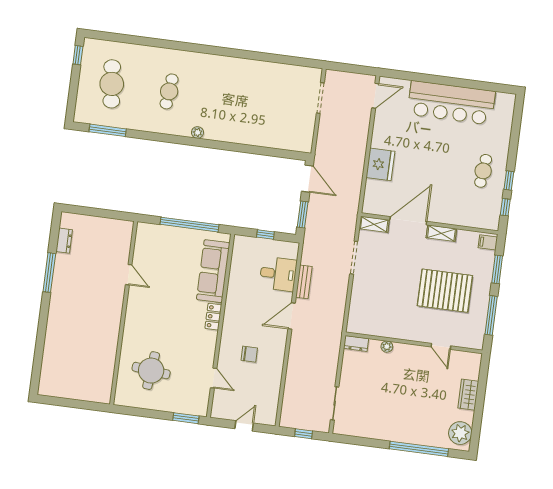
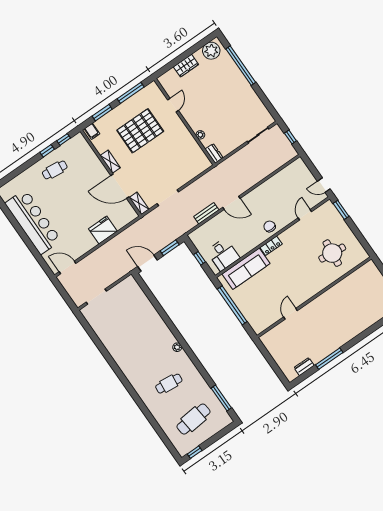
door: (307, 179) -> (147, 263), hinge flipped
desk: (278, 274) -> (223, 254), moved, turned 180
pallet: (445, 291) -> (140, 131), turned 90
chair: (249, 354) -> (270, 226), moved
door: (244, 426) -> (324, 185), moved

